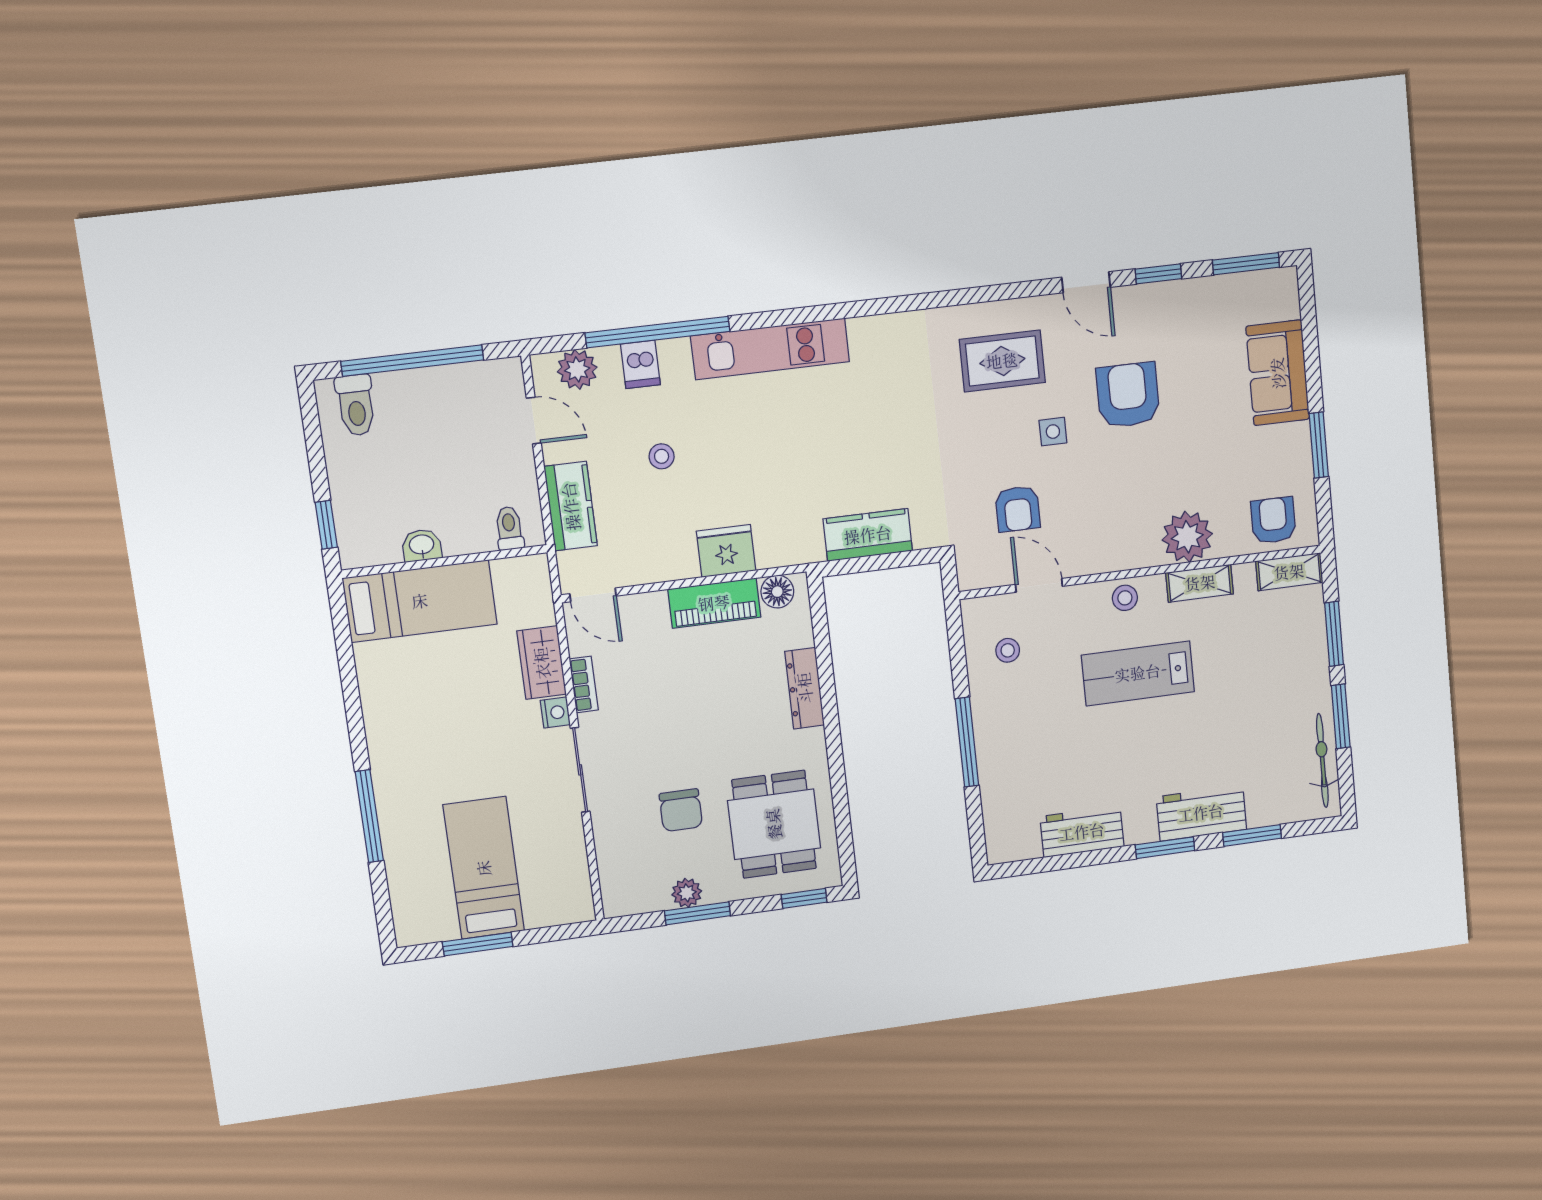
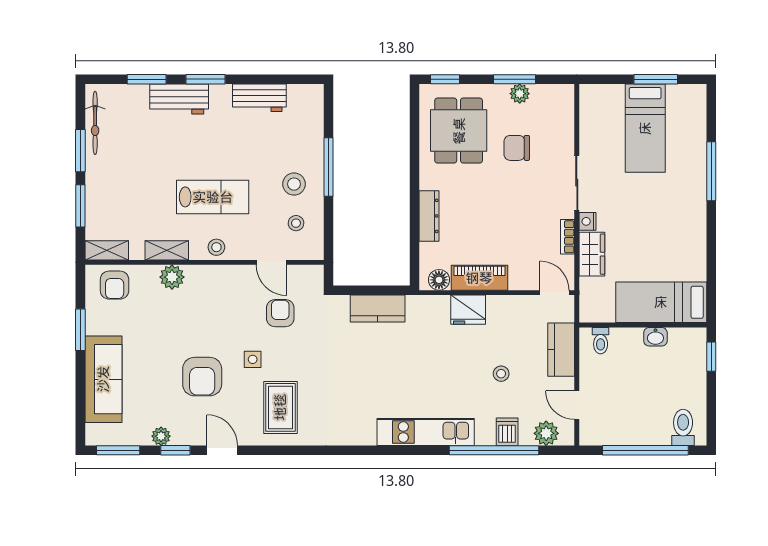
plant: (1182, 294) -> (161, 436), added
rug: (1002, 361) -> (280, 407), turned 90
sofa: (1278, 373) -> (103, 379), width x1.36
plant: (1187, 537) -> (172, 277), width x0.73, depth x0.73
stool: (1017, 709) -> (294, 184), added
chair: (681, 810) -> (517, 148), turned -90

